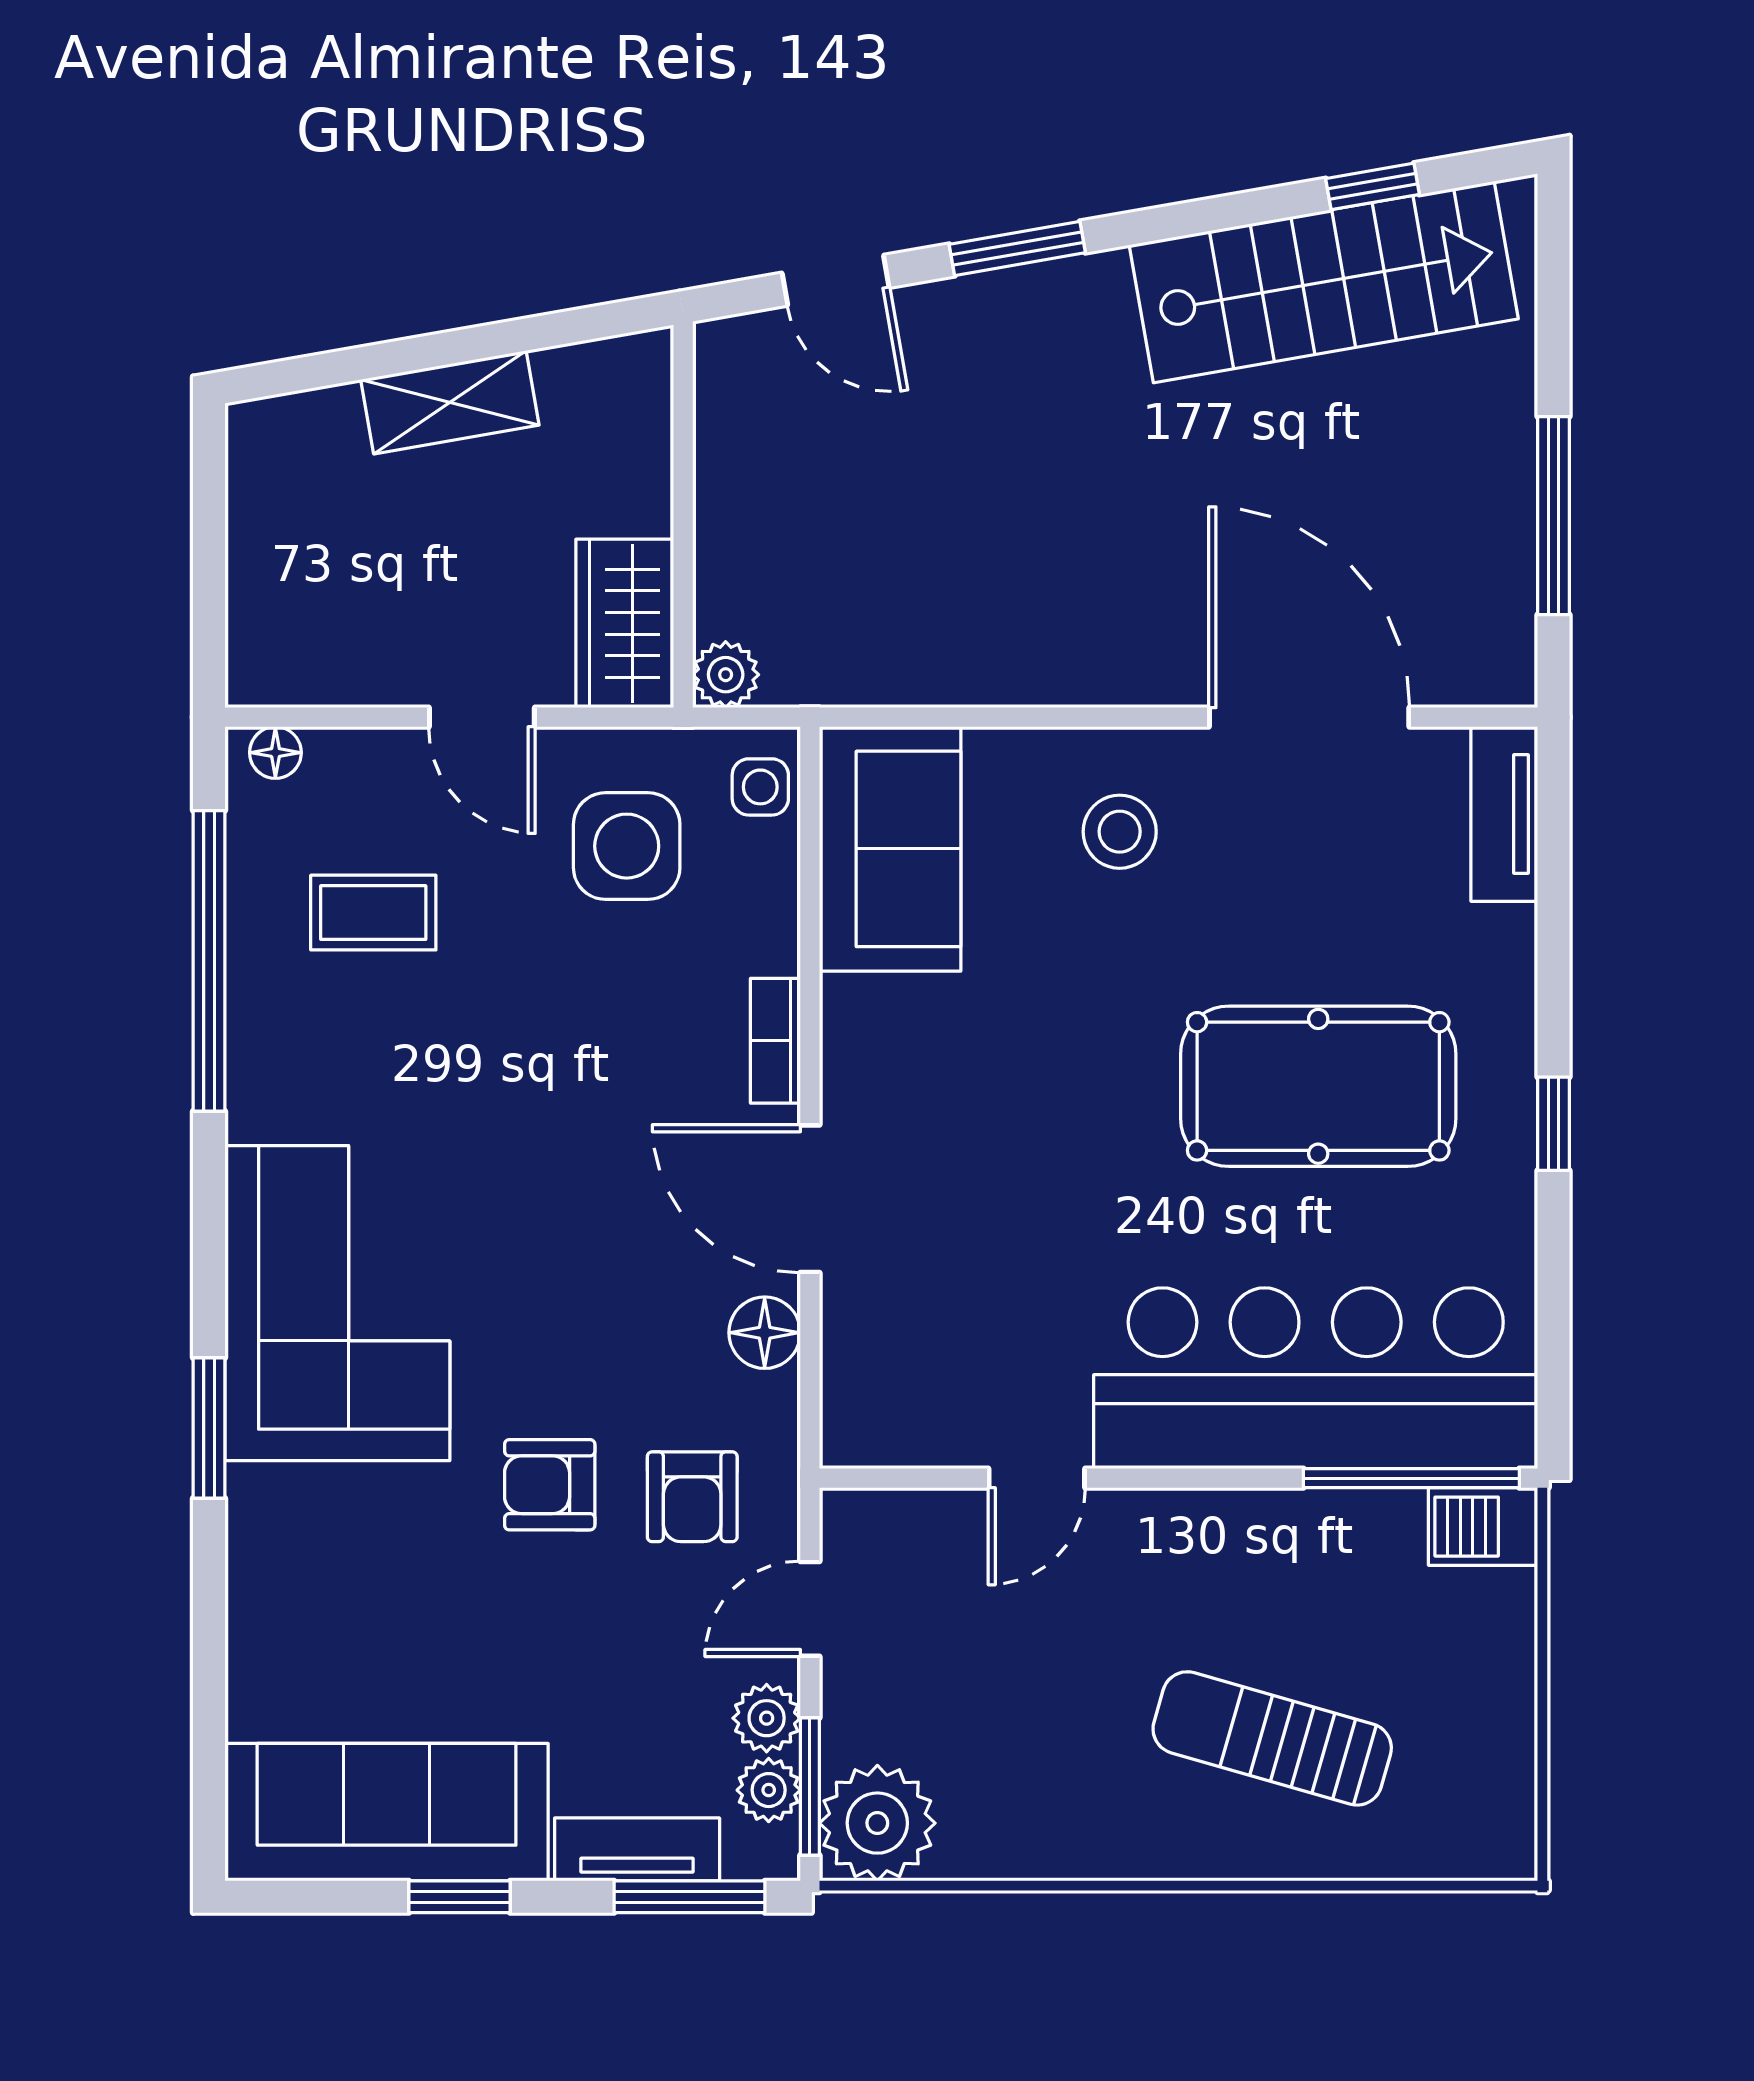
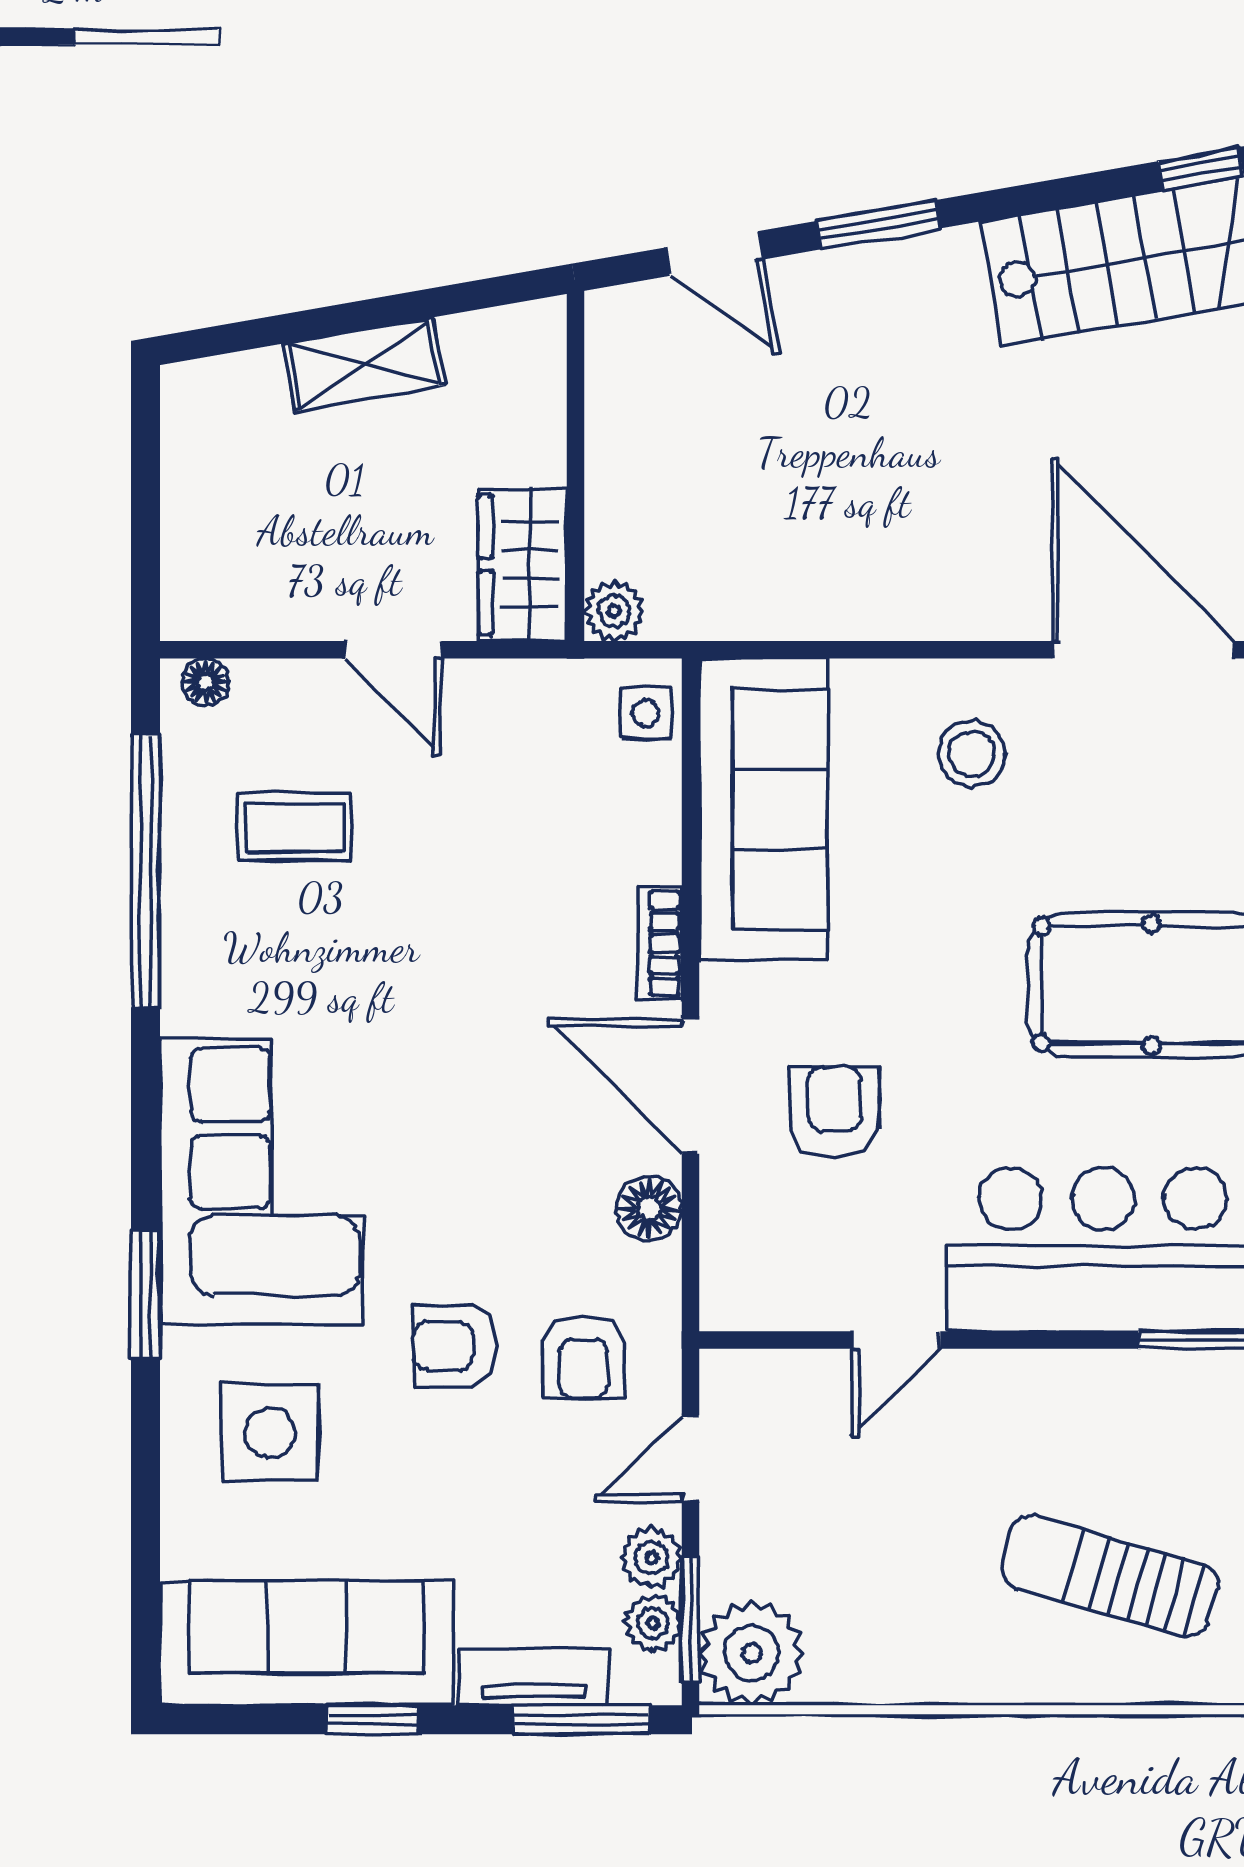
side table: (627, 846) -> (270, 1433), moved
sofa: (890, 849) -> (763, 809), width x1.36
armchair: (969, 1226) -> (834, 1112), added

